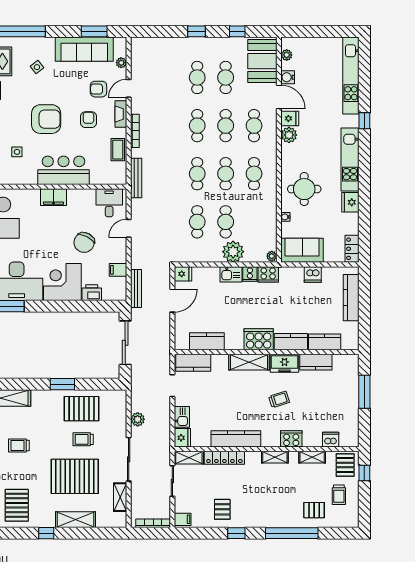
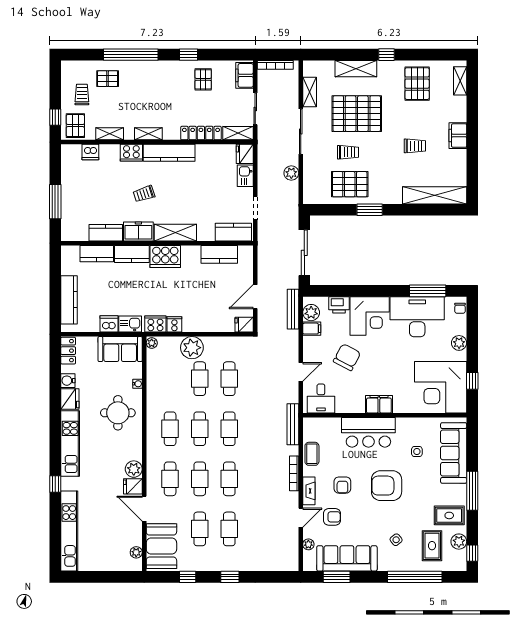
water cooler: (288, 77) -> (68, 381), moved, turned 180
kitchen sink: (231, 274) -> (130, 324), moved
plant: (119, 285) -> (311, 313), added
kitchen counter: (236, 439) -> (169, 153), moved
filing cabinet: (183, 519) -> (244, 75), width x2.00

